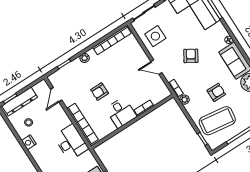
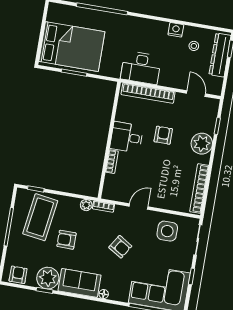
plant: (85, 58) -> (202, 144), width x1.87, depth x1.87
armchair: (216, 92) -> (66, 240), turned 90

